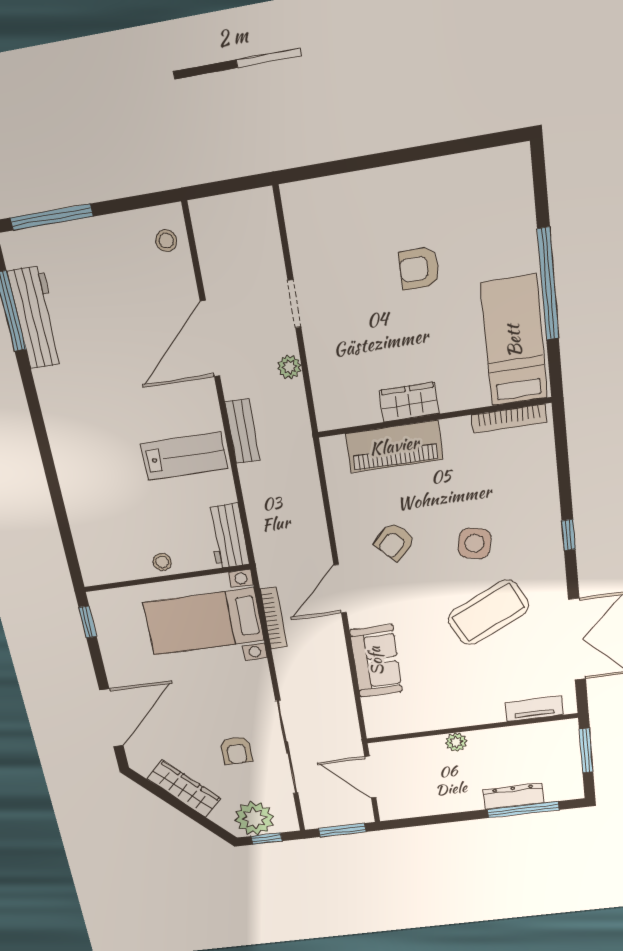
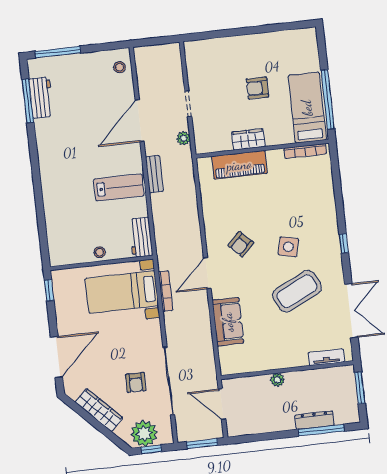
workbench: (36, 318) -> (41, 98), width x0.73
bed: (514, 341) -> (307, 108), moved
wardrobe: (409, 402) -> (248, 139), moved
wall: (434, 418) -> (262, 149), moved
bookcase: (509, 419) -> (305, 151), moved
piano: (394, 446) -> (239, 165), moved

